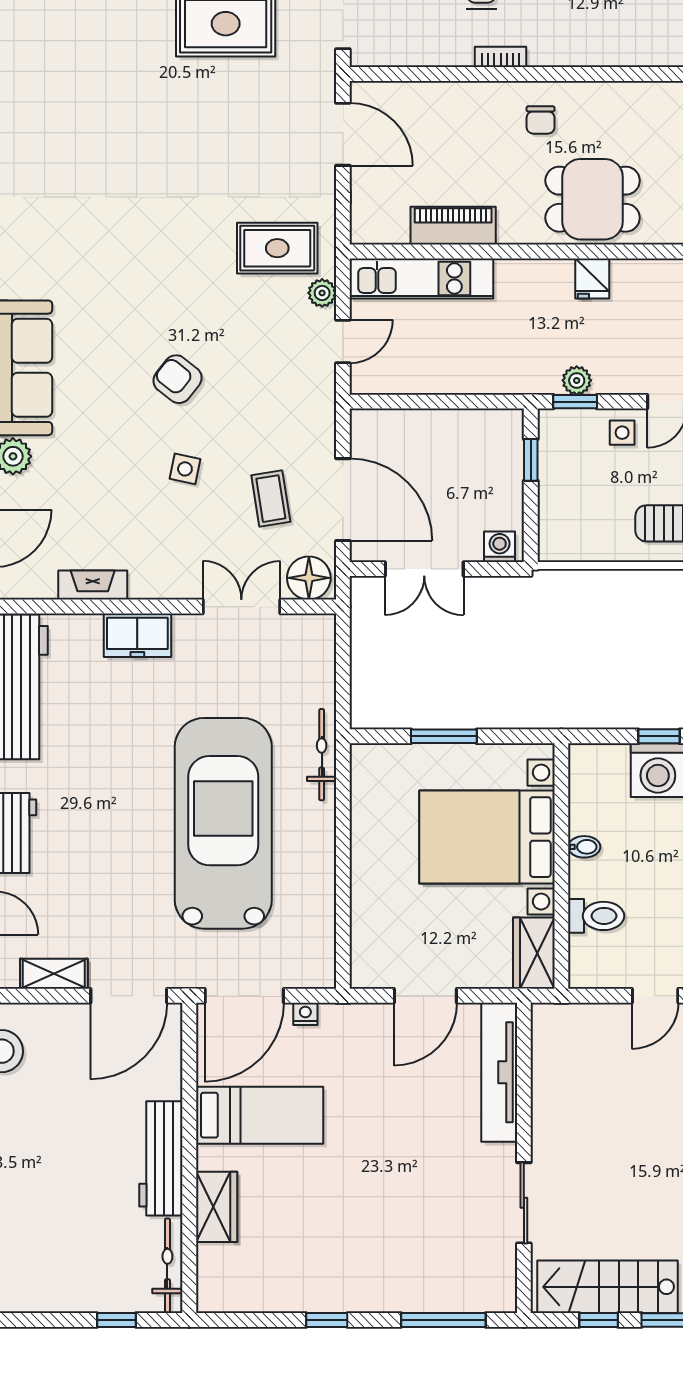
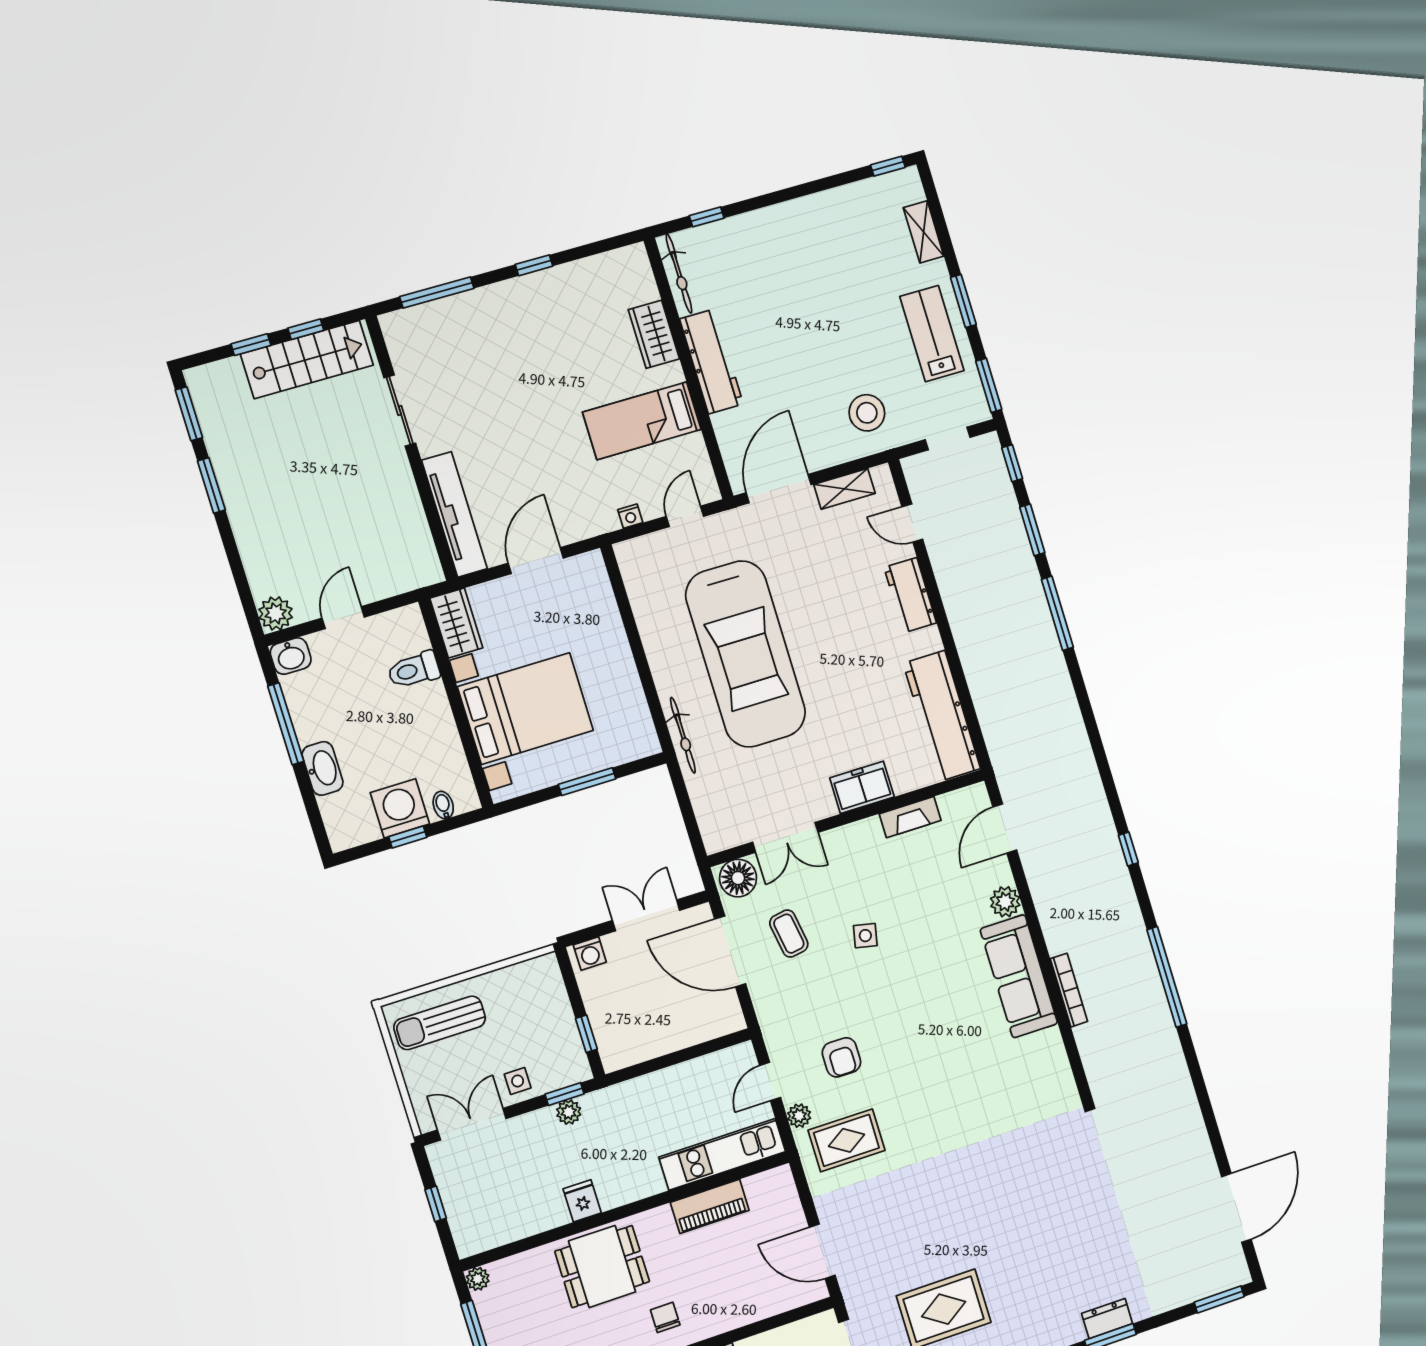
armchair: (178, 379) -> (841, 1057), moved, turned 52
bidet: (584, 847) -> (443, 805), moved, turned 90
door: (244, 996) -> (685, 516), width x0.53

